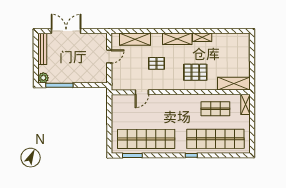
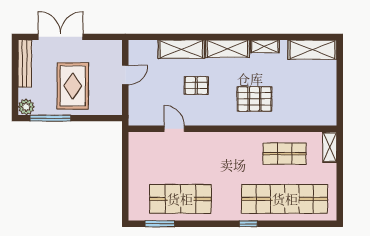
shelving: (135, 39) -> (181, 49), moved
rug: (74, 64) -> (73, 86), added
shelving: (234, 84) -> (312, 50), moved
door: (142, 92) -> (174, 129), swing flipped
shop shelf: (146, 139) -> (180, 199), width x0.71

